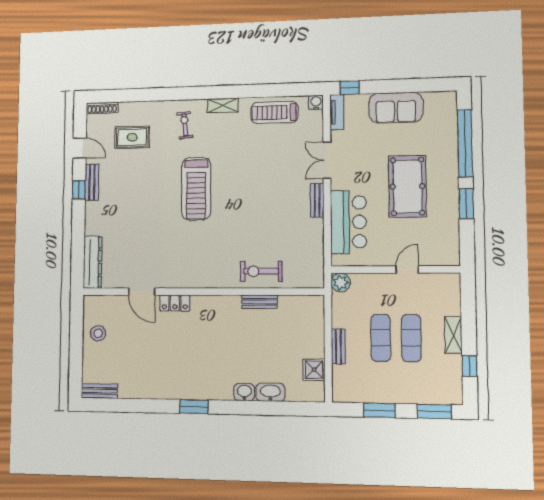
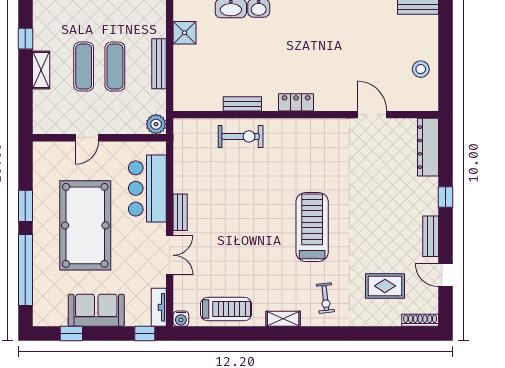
window: (419, 85) -> (71, 334), added
pool table: (407, 186) -> (85, 225), width x1.36, depth x1.32
window: (79, 190) -> (445, 197), moved
locker: (175, 303) -> (296, 102), moved
bench: (338, 346) -> (159, 64), width x1.36

